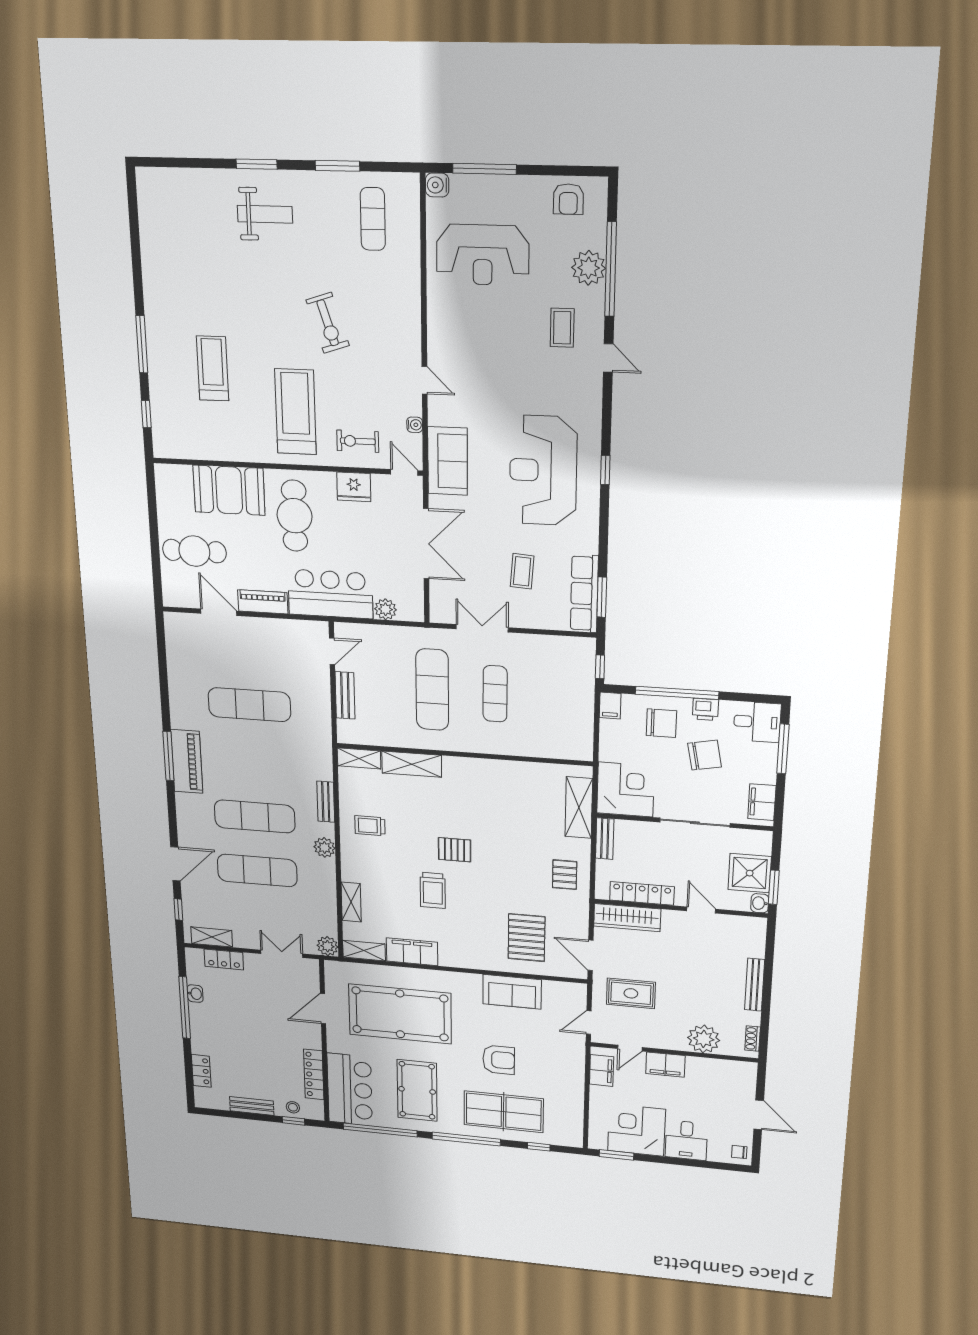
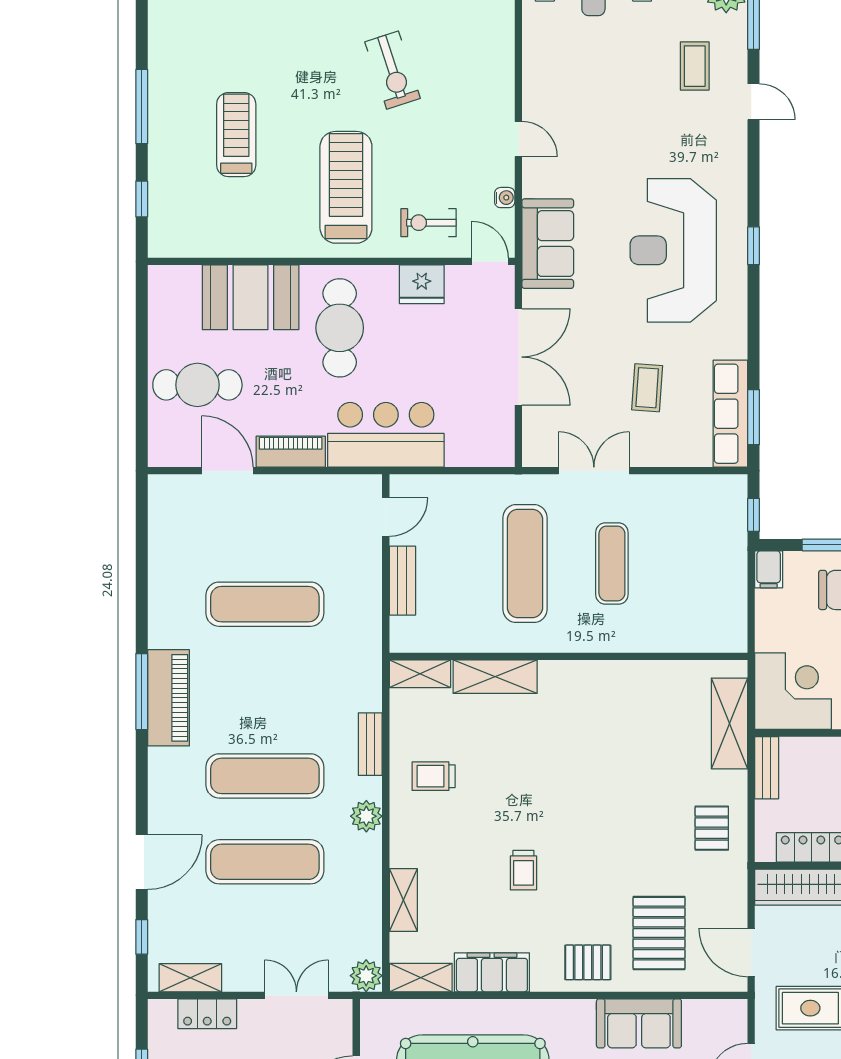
plant: (385, 609) -> (462, 452), removed
pallet: (454, 850) -> (588, 962), moved
trolley: (433, 890) -> (523, 870), width x0.73, depth x0.72

